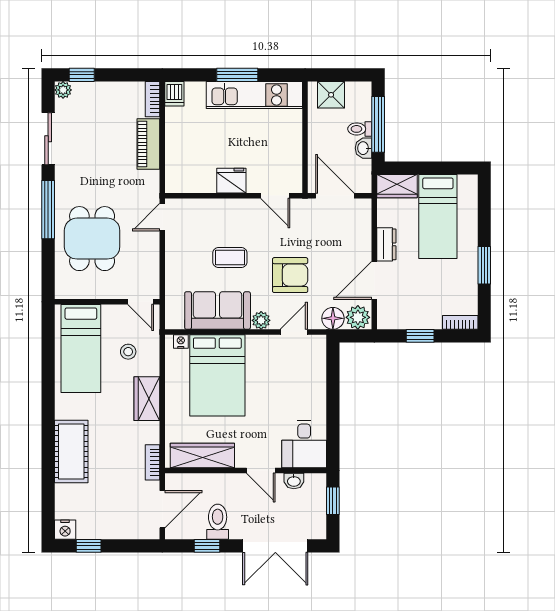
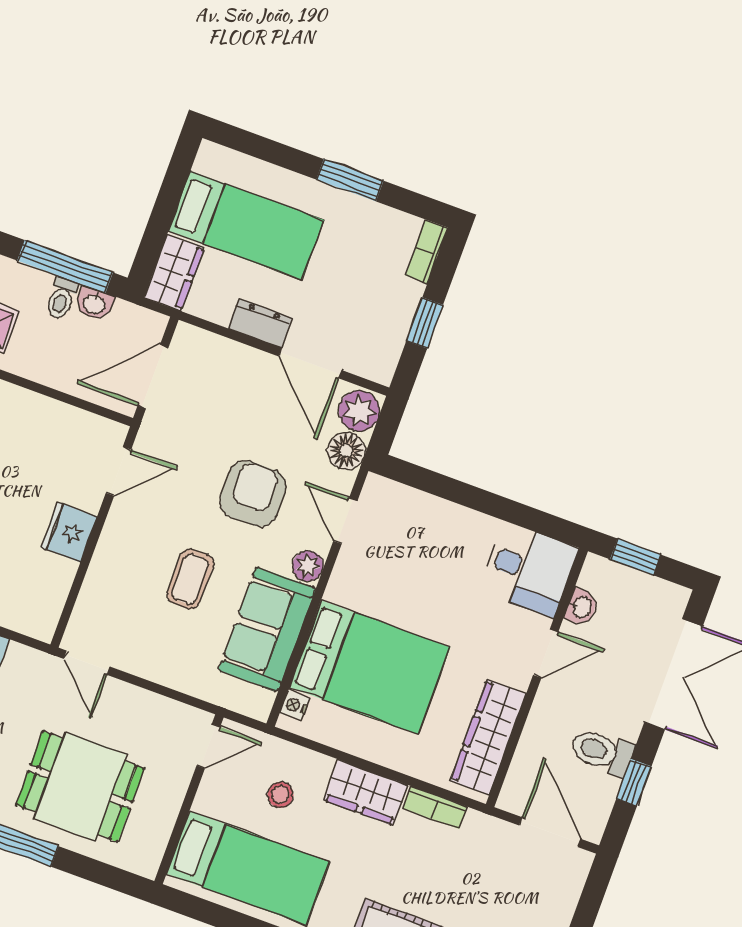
bookcase: (153, 462) -> (435, 808), moved

